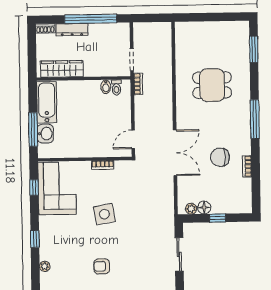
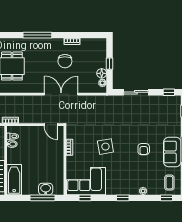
bathtub: (47, 102) -> (14, 180), moved, turned 90

